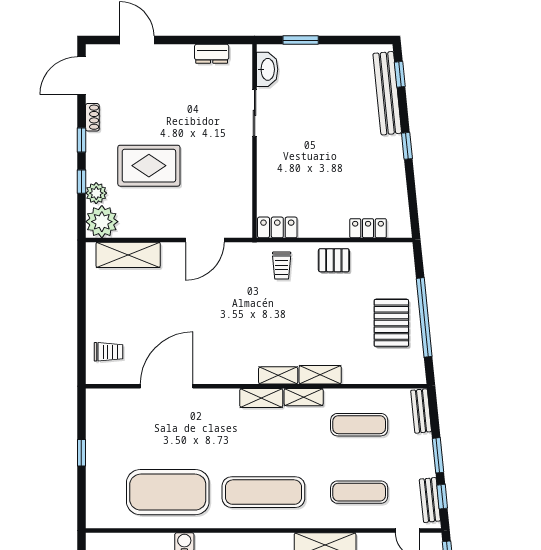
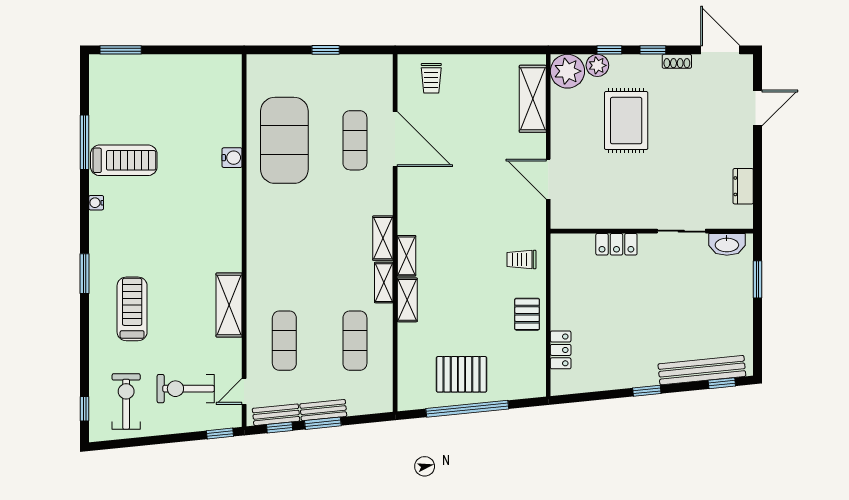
locker: (277, 227) -> (616, 244), moved, turned 90
bench: (421, 411) -> (323, 410), moved
exercise mat: (263, 492) -> (355, 140), moved, width x0.73, depth x0.69

